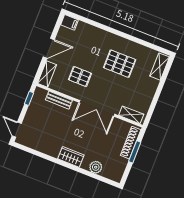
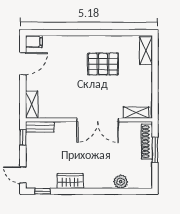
door: (49, 48) -> (23, 64), moved
pallet: (80, 76) -> (67, 94), removed
bench: (59, 100) -> (40, 127), moved
window: (28, 150) -> (43, 191), added
wardrobe: (71, 157) -> (70, 181), moved

